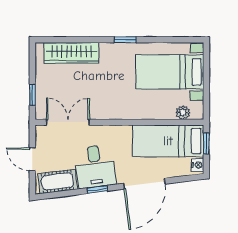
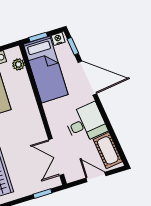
door: (32, 159) -> (96, 177), swing flipped
window: (97, 190) -> (73, 46), moved

